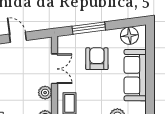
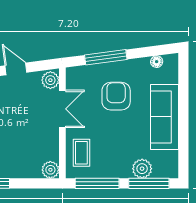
floor lamp: (129, 36) -> (157, 62), width x0.53, depth x0.53
plant: (45, 93) -> (50, 80), moved

